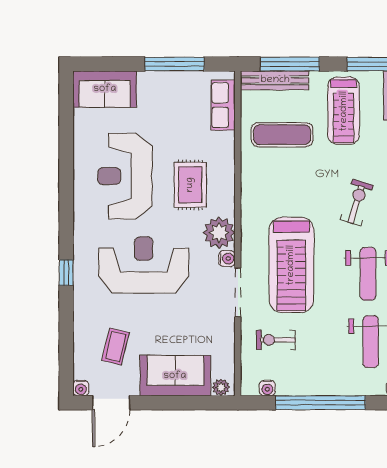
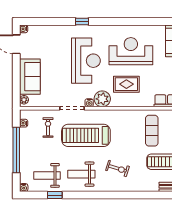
coffee table: (115, 347) -> (45, 46), removed

